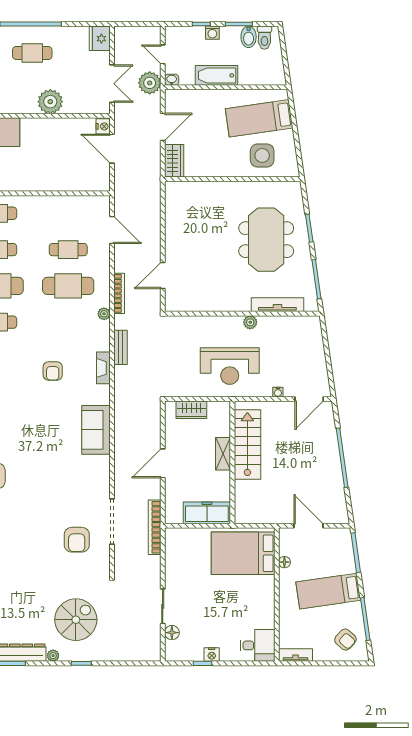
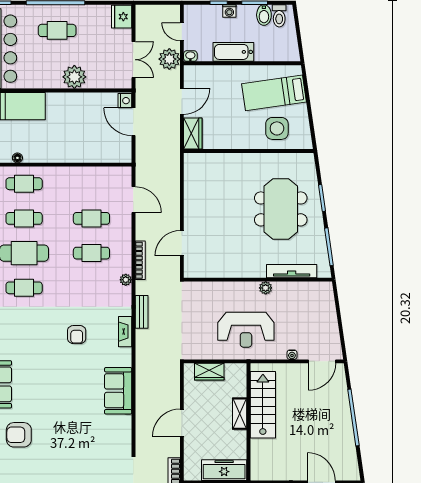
cafe table: (68, 286) -> (91, 253), width x0.73, depth x0.74

